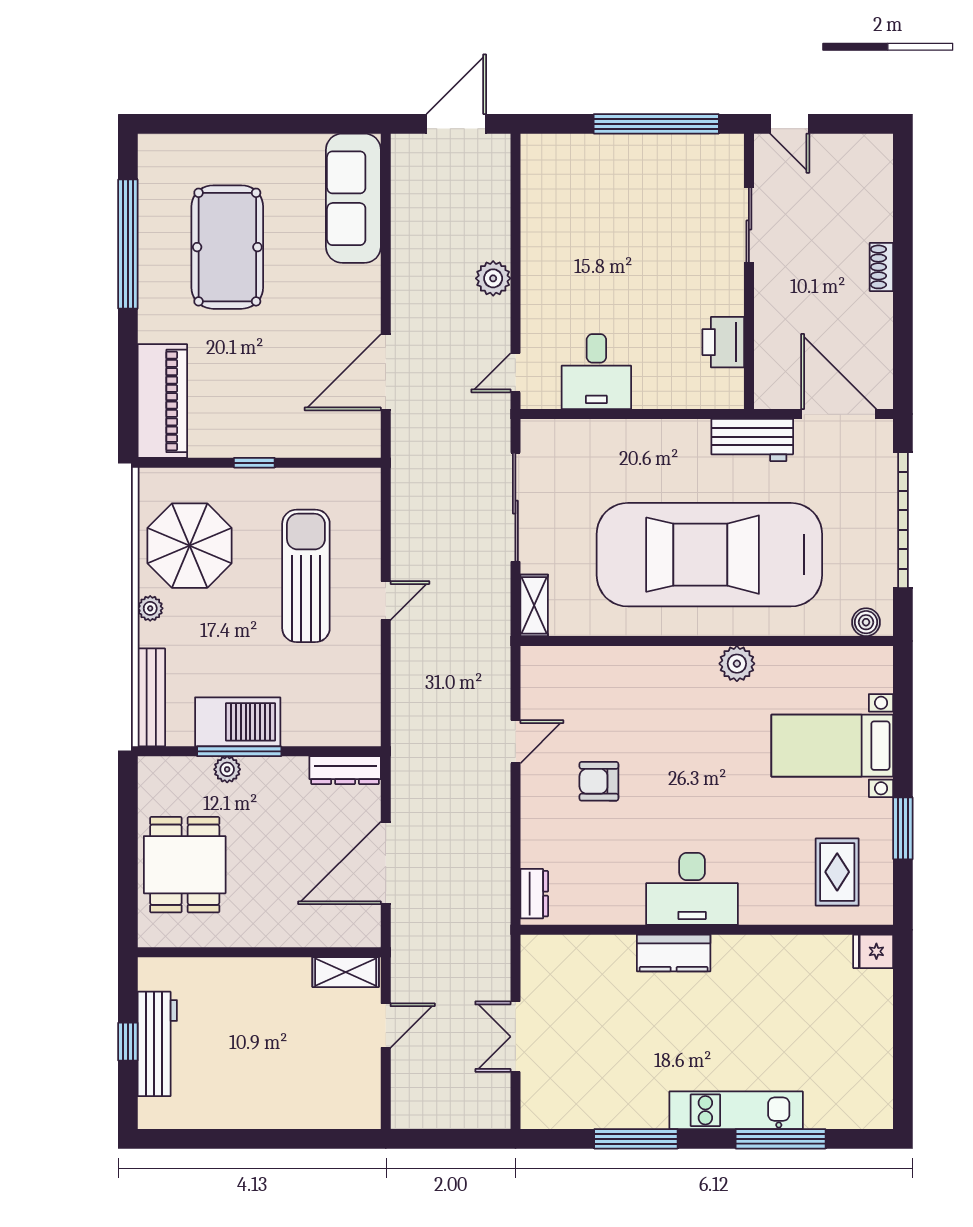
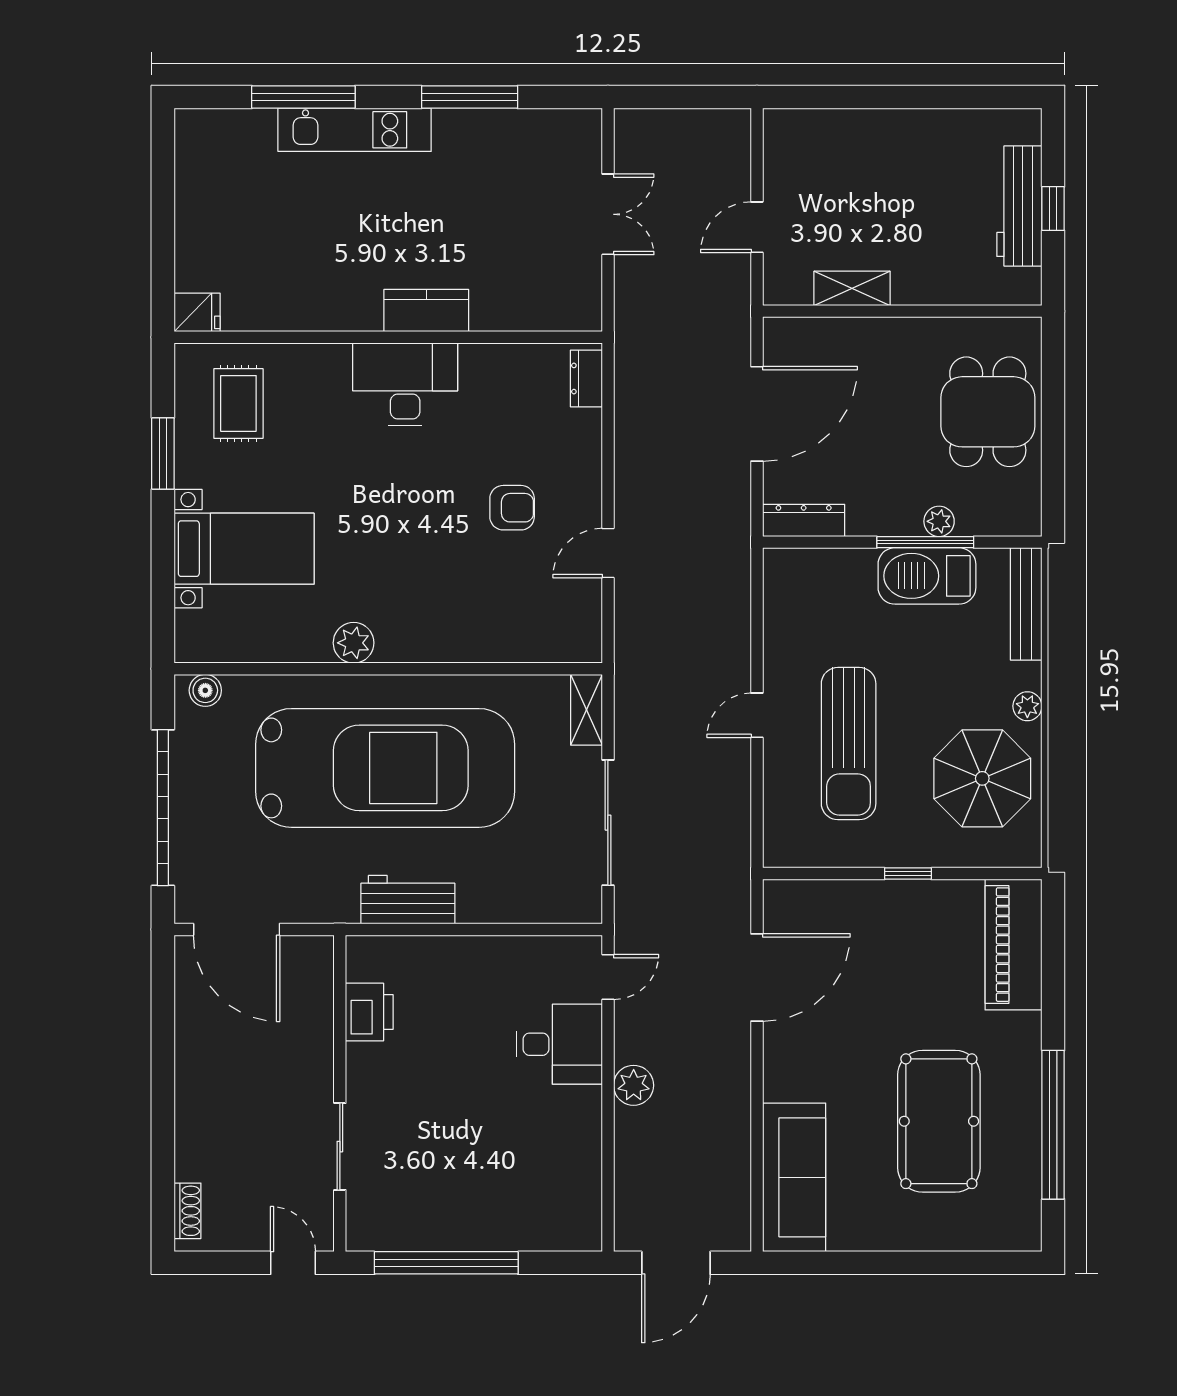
shoe rack: (881, 267) -> (188, 1211), moved
desk: (596, 372) -> (559, 1044), moved, turned 90
workbench: (752, 440) -> (408, 900), moved
shelving: (346, 972) -> (852, 288), moved

